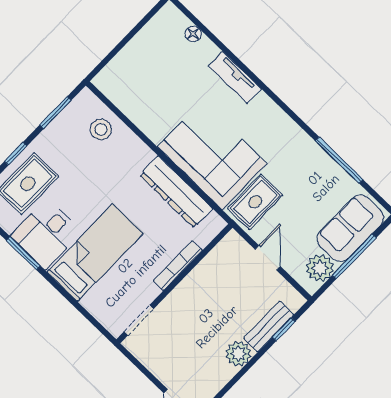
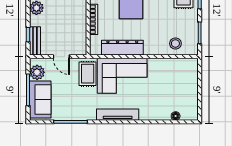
tv unit: (235, 77) -> (118, 115), moved, width x1.41
bench: (269, 326) -> (35, 41), moved

